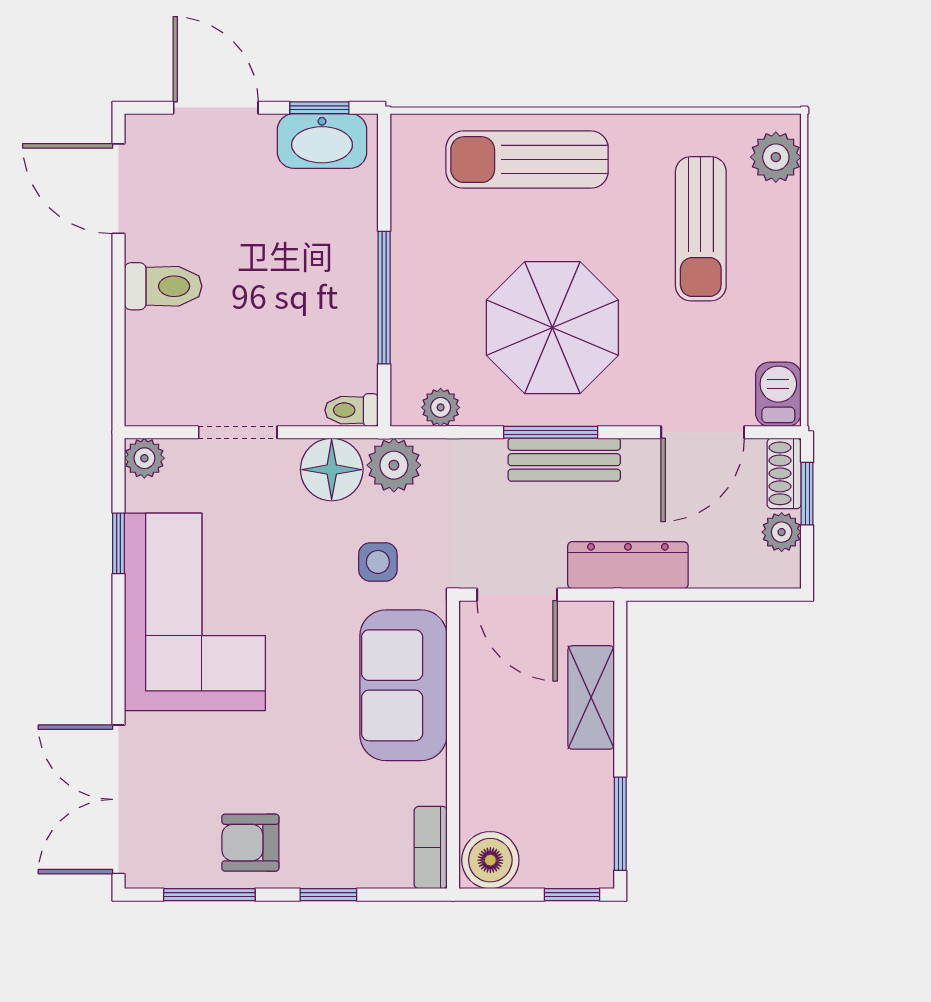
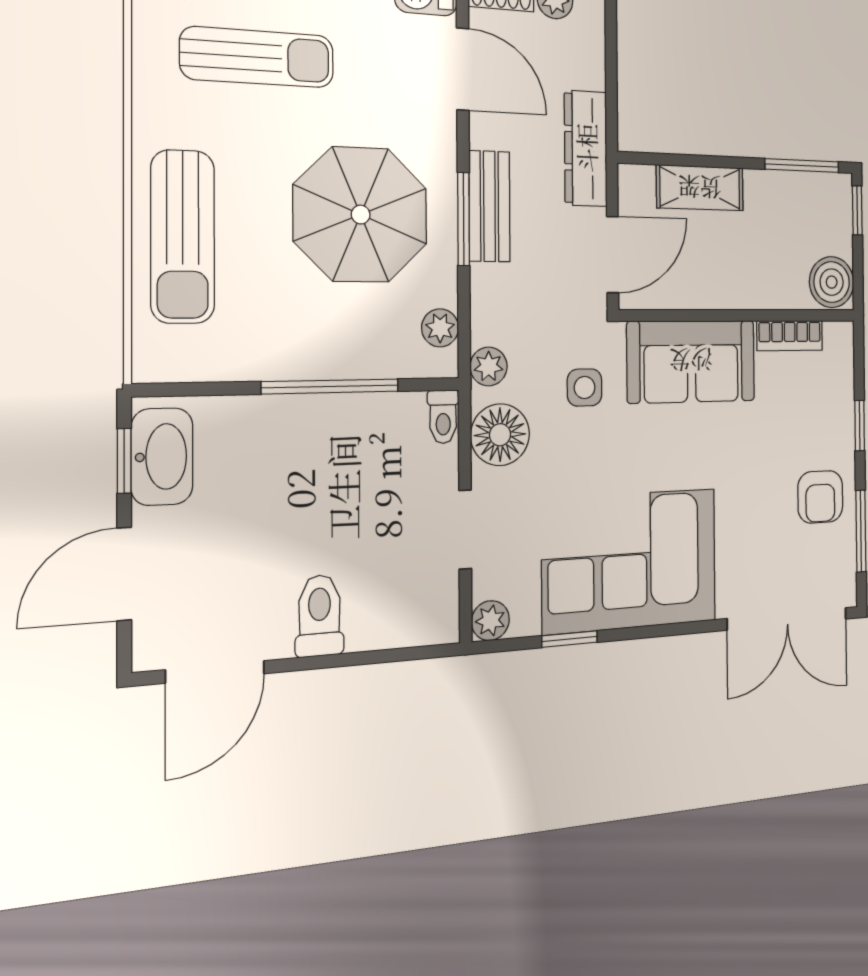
plant: (394, 465) -> (489, 366), width x0.73, depth x0.73
bookcase: (431, 848) -> (790, 336), moved

